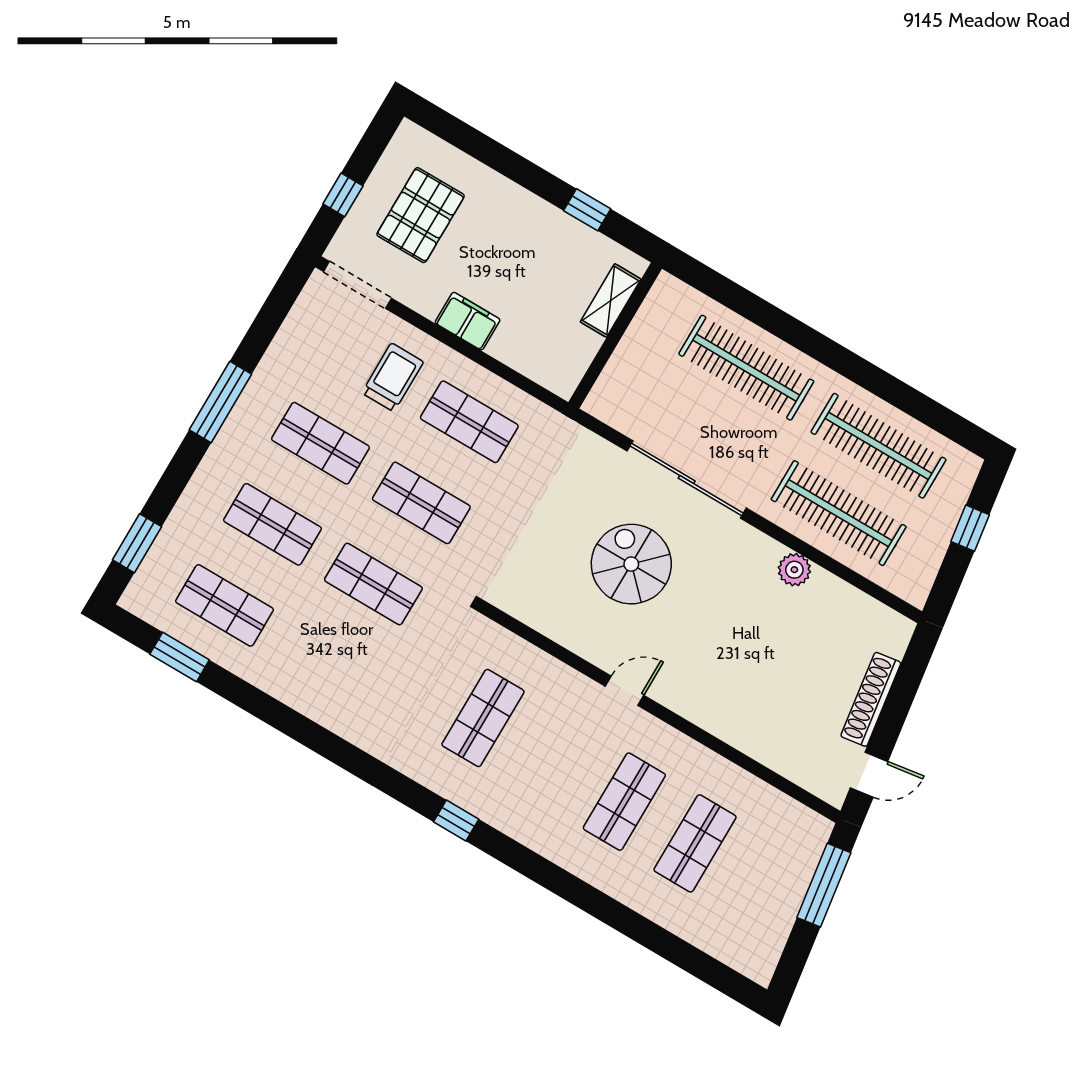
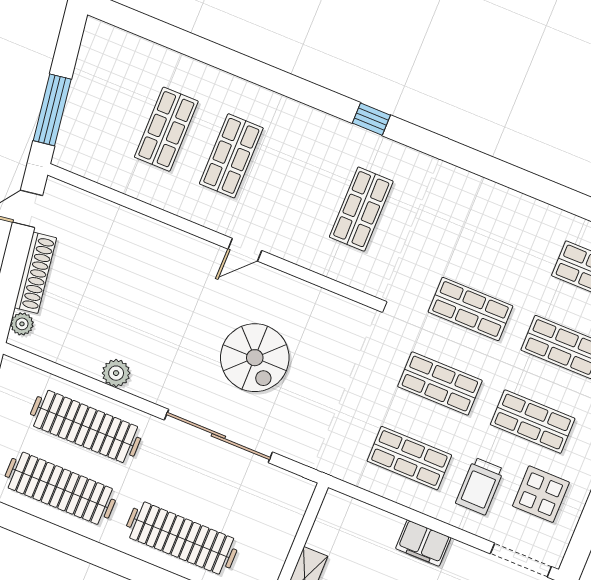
display table: (323, 358) -> (541, 494), added
plant: (895, 642) -> (22, 324), added

